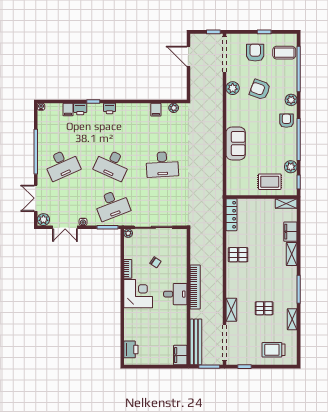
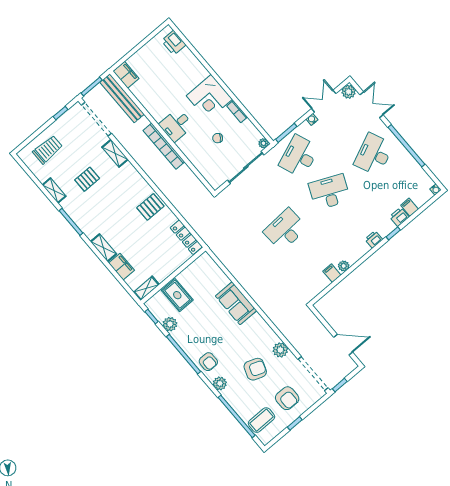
plant: (174, 108) -> (344, 266), moved
rug: (270, 182) -> (177, 295), turned 90

